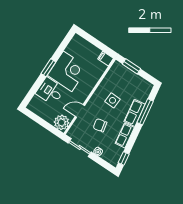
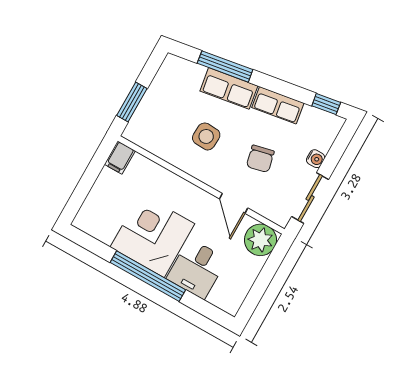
window: (48, 68) -> (148, 276), width x2.11

